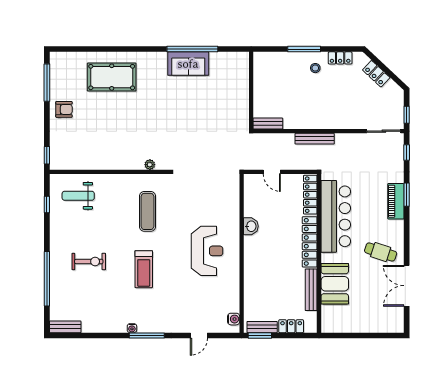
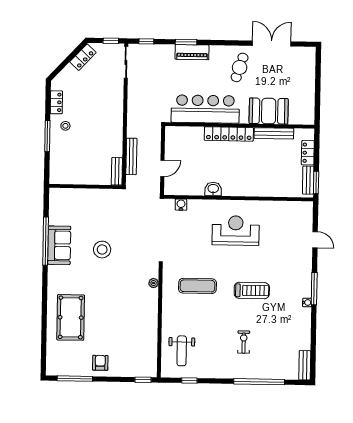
locker: (376, 74) -> (83, 57), moved
stool: (184, 109) -> (102, 250), added
bench: (315, 139) -> (131, 156), moved
locker: (310, 195) -> (184, 133), removed
exercise bike: (89, 261) -> (244, 342), width x0.73, depth x0.72
double door: (407, 286) -> (272, 44), swing flipped
water cooler: (234, 319) -> (181, 205), moved

